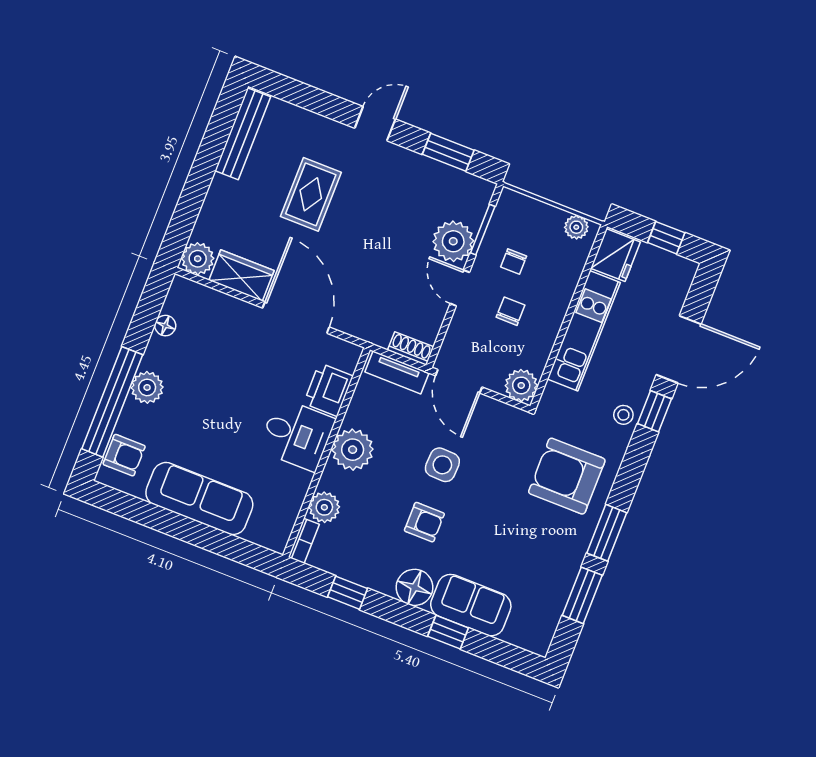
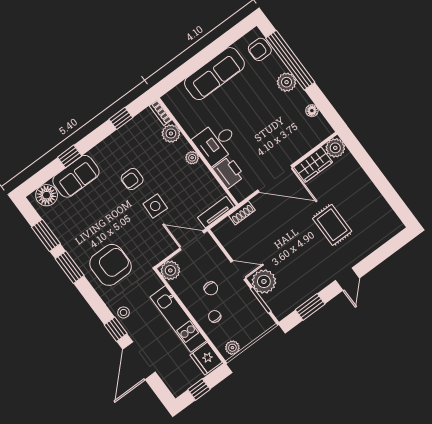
bench: (243, 134) -> (384, 210), removed
chair: (514, 262) -> (215, 316), moved
shoe rack: (411, 349) -> (242, 213), moved
plant: (353, 450) -> (192, 158), width x0.53, depth x0.53
floor lamp: (415, 587) -> (47, 195), moved

